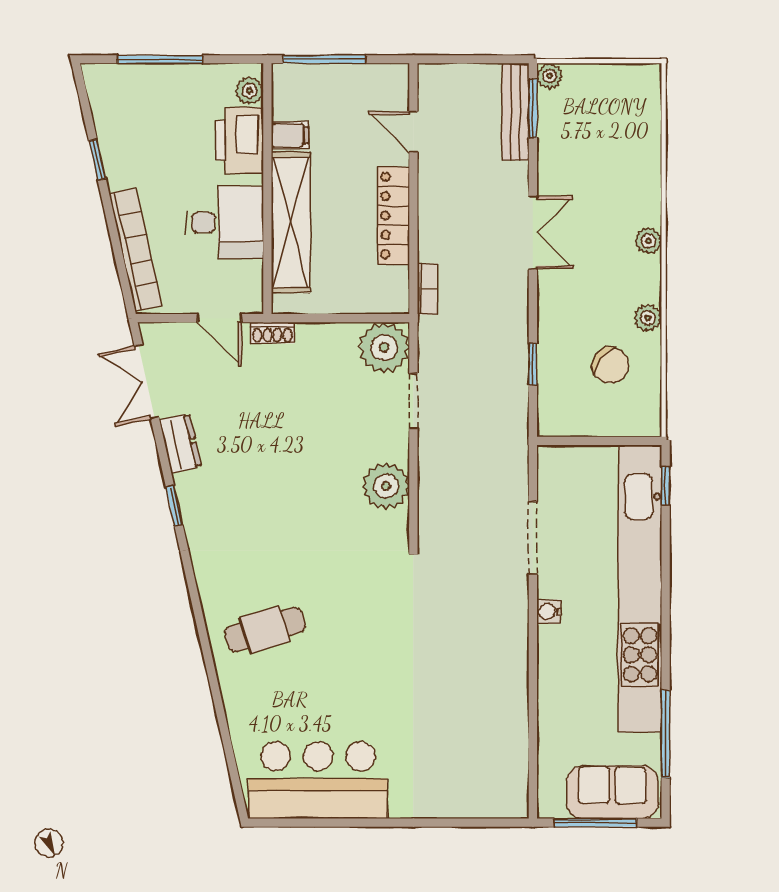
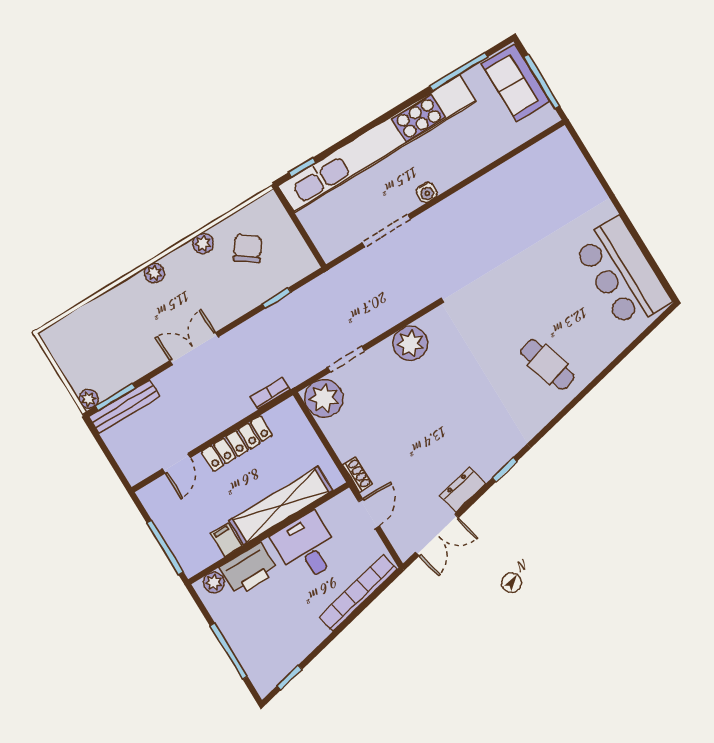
window: (97, 160) -> (290, 678), moved

